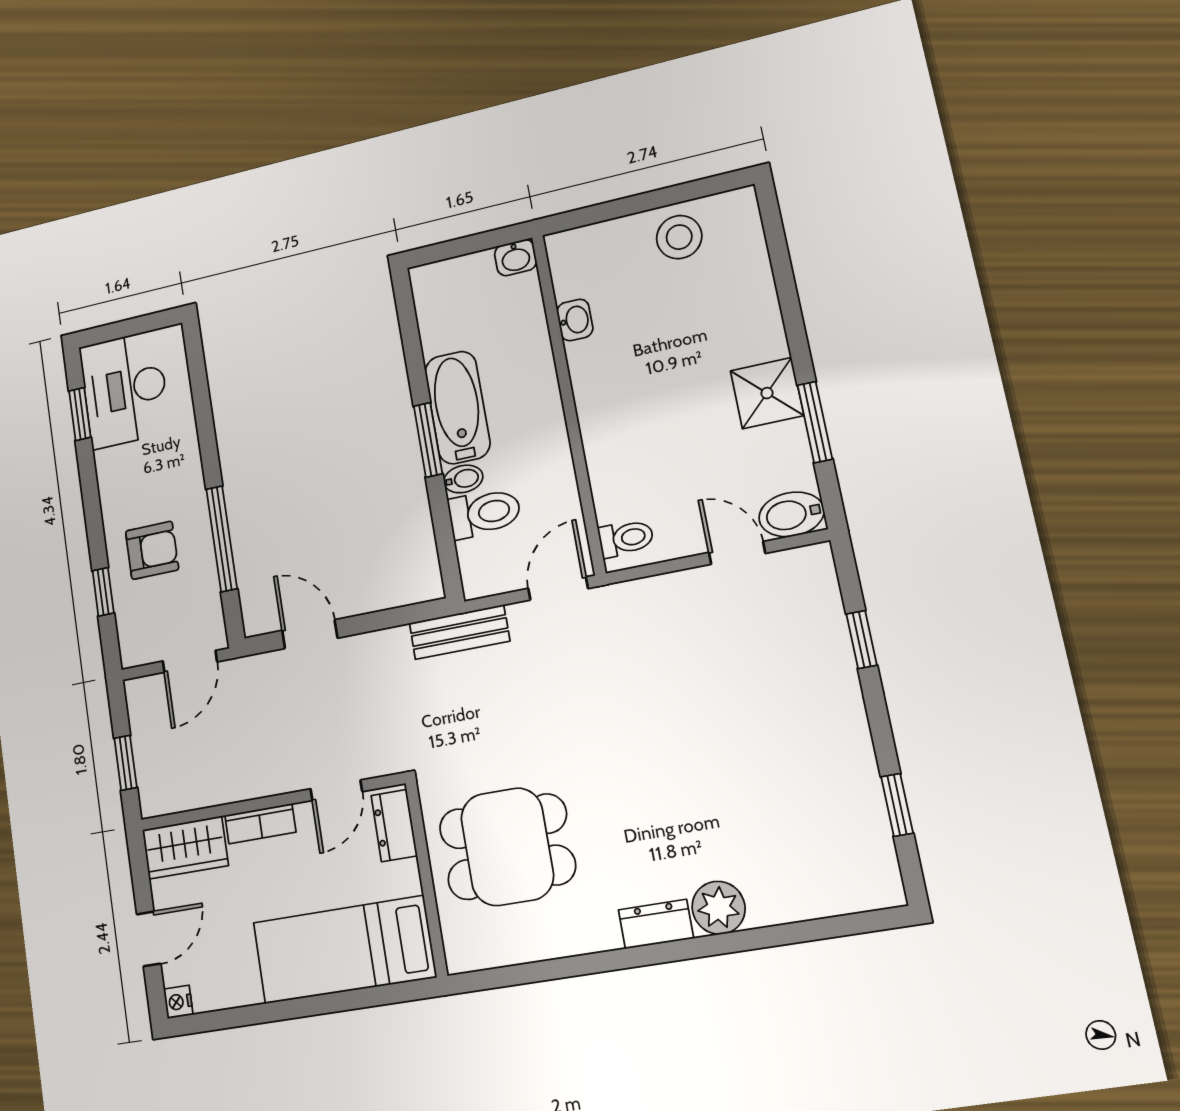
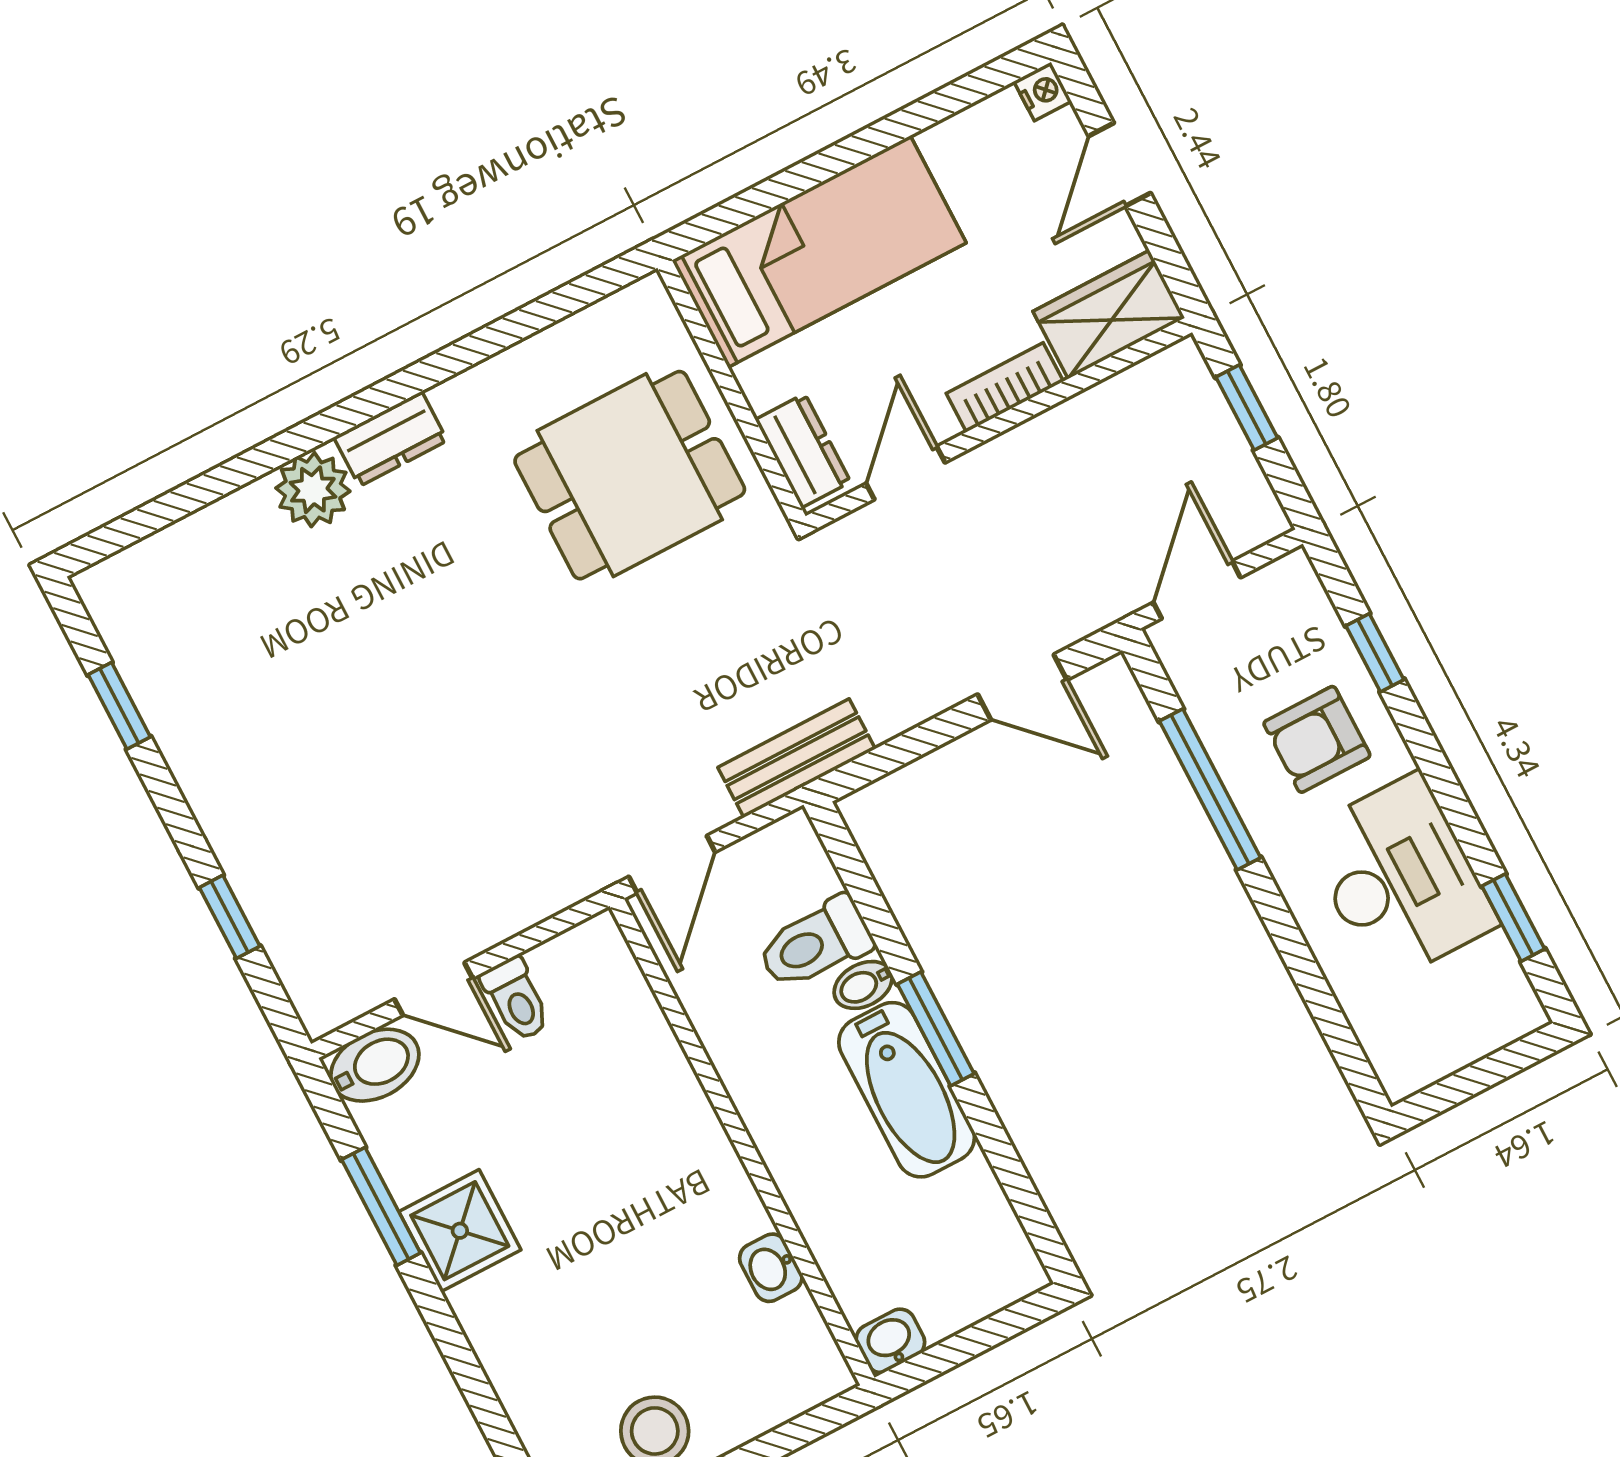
desk: (125, 389) -> (1400, 879), moved
toilet: (626, 538) -> (516, 999), moved, turned -90

